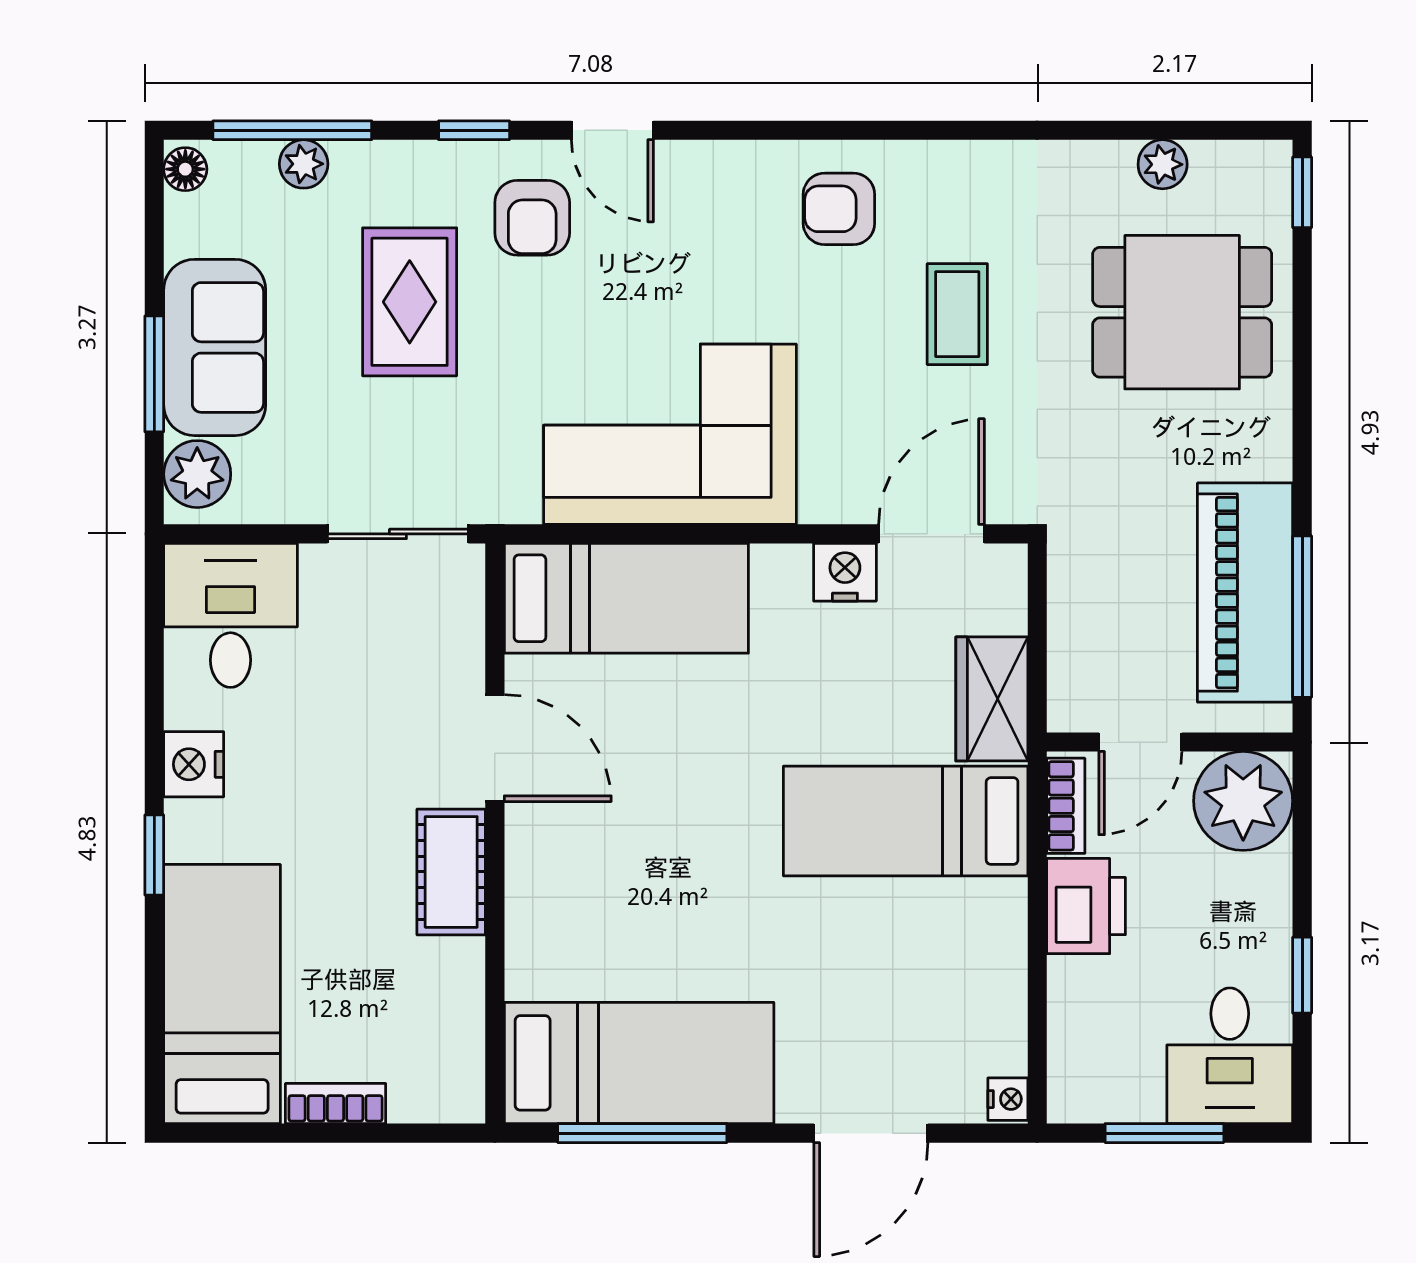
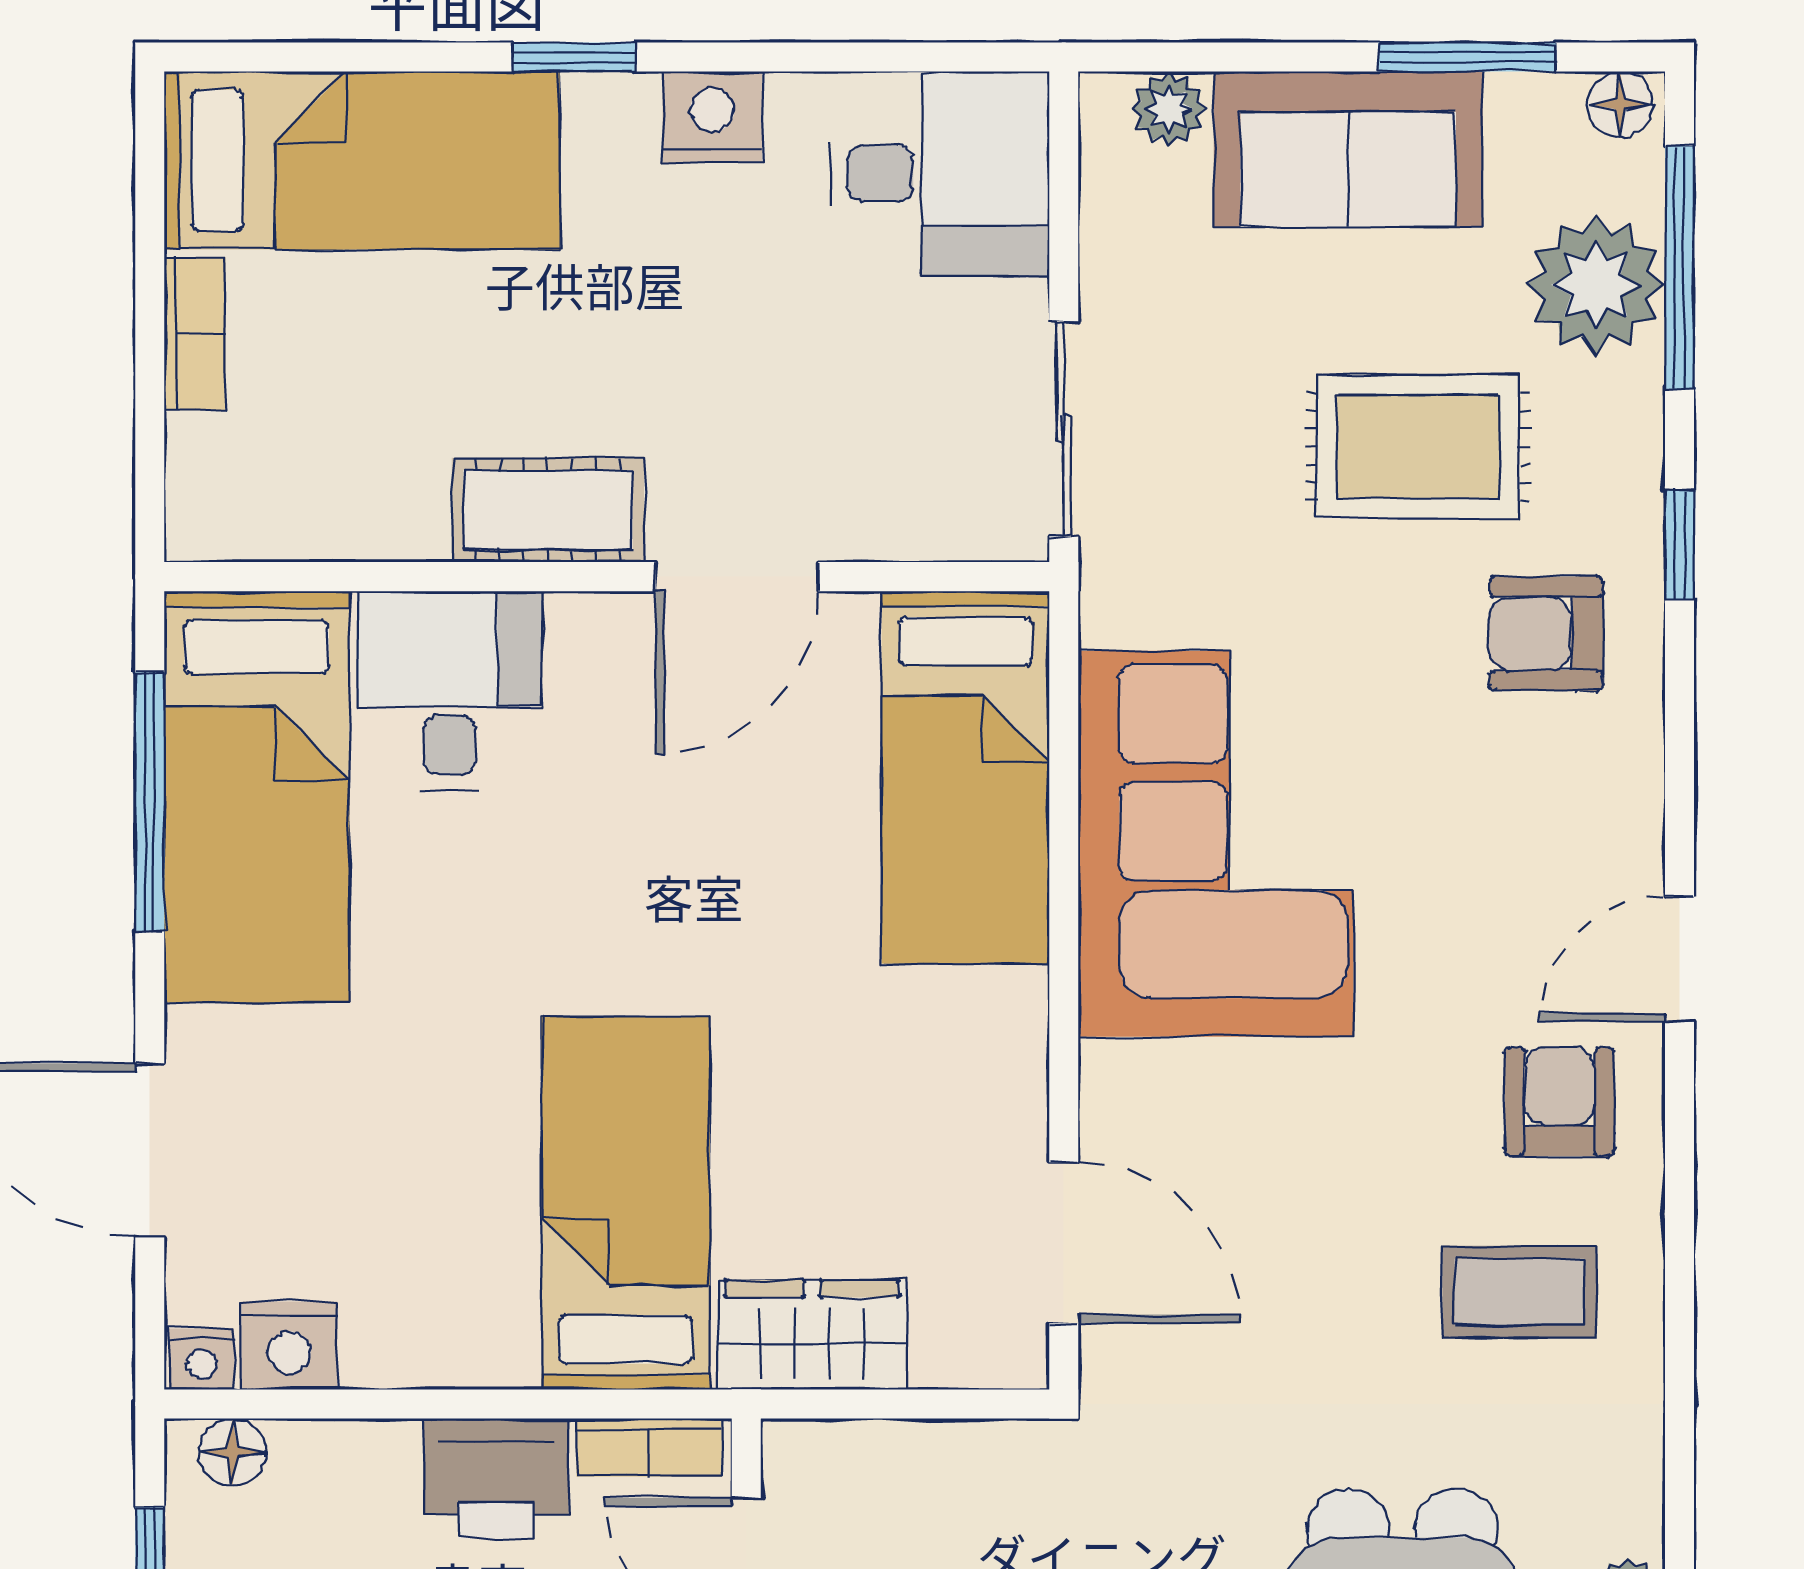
door: (612, 130) -> (1679, 959), moved
plant: (304, 164) -> (1596, 285), width x1.88, depth x1.88
coffee table: (957, 314) -> (1519, 1292), moved
window: (154, 374) -> (1467, 57), moved
plant: (197, 474) -> (1169, 109), width x0.73, depth x0.73
nightstand: (845, 572) -> (289, 1346), moved, turned 90
desk: (570, 937) -> (449, 691), added
floor lamp: (1069, 1079) -> (232, 1452), added

